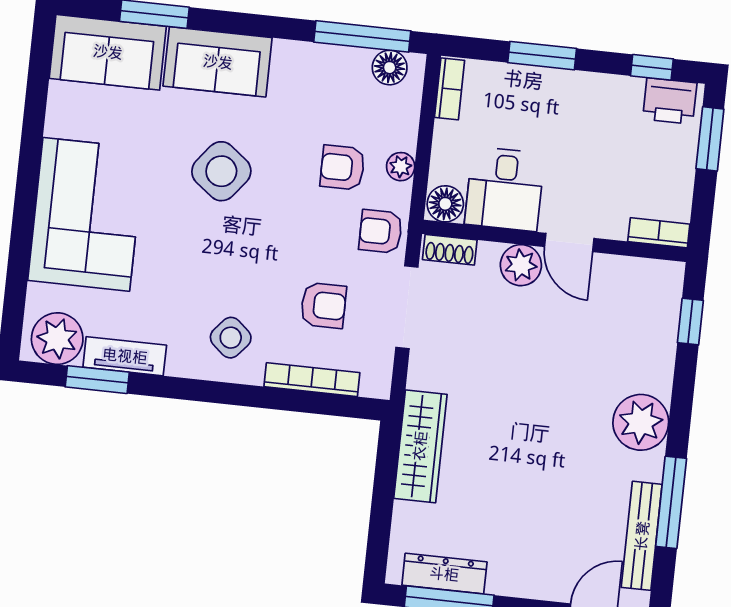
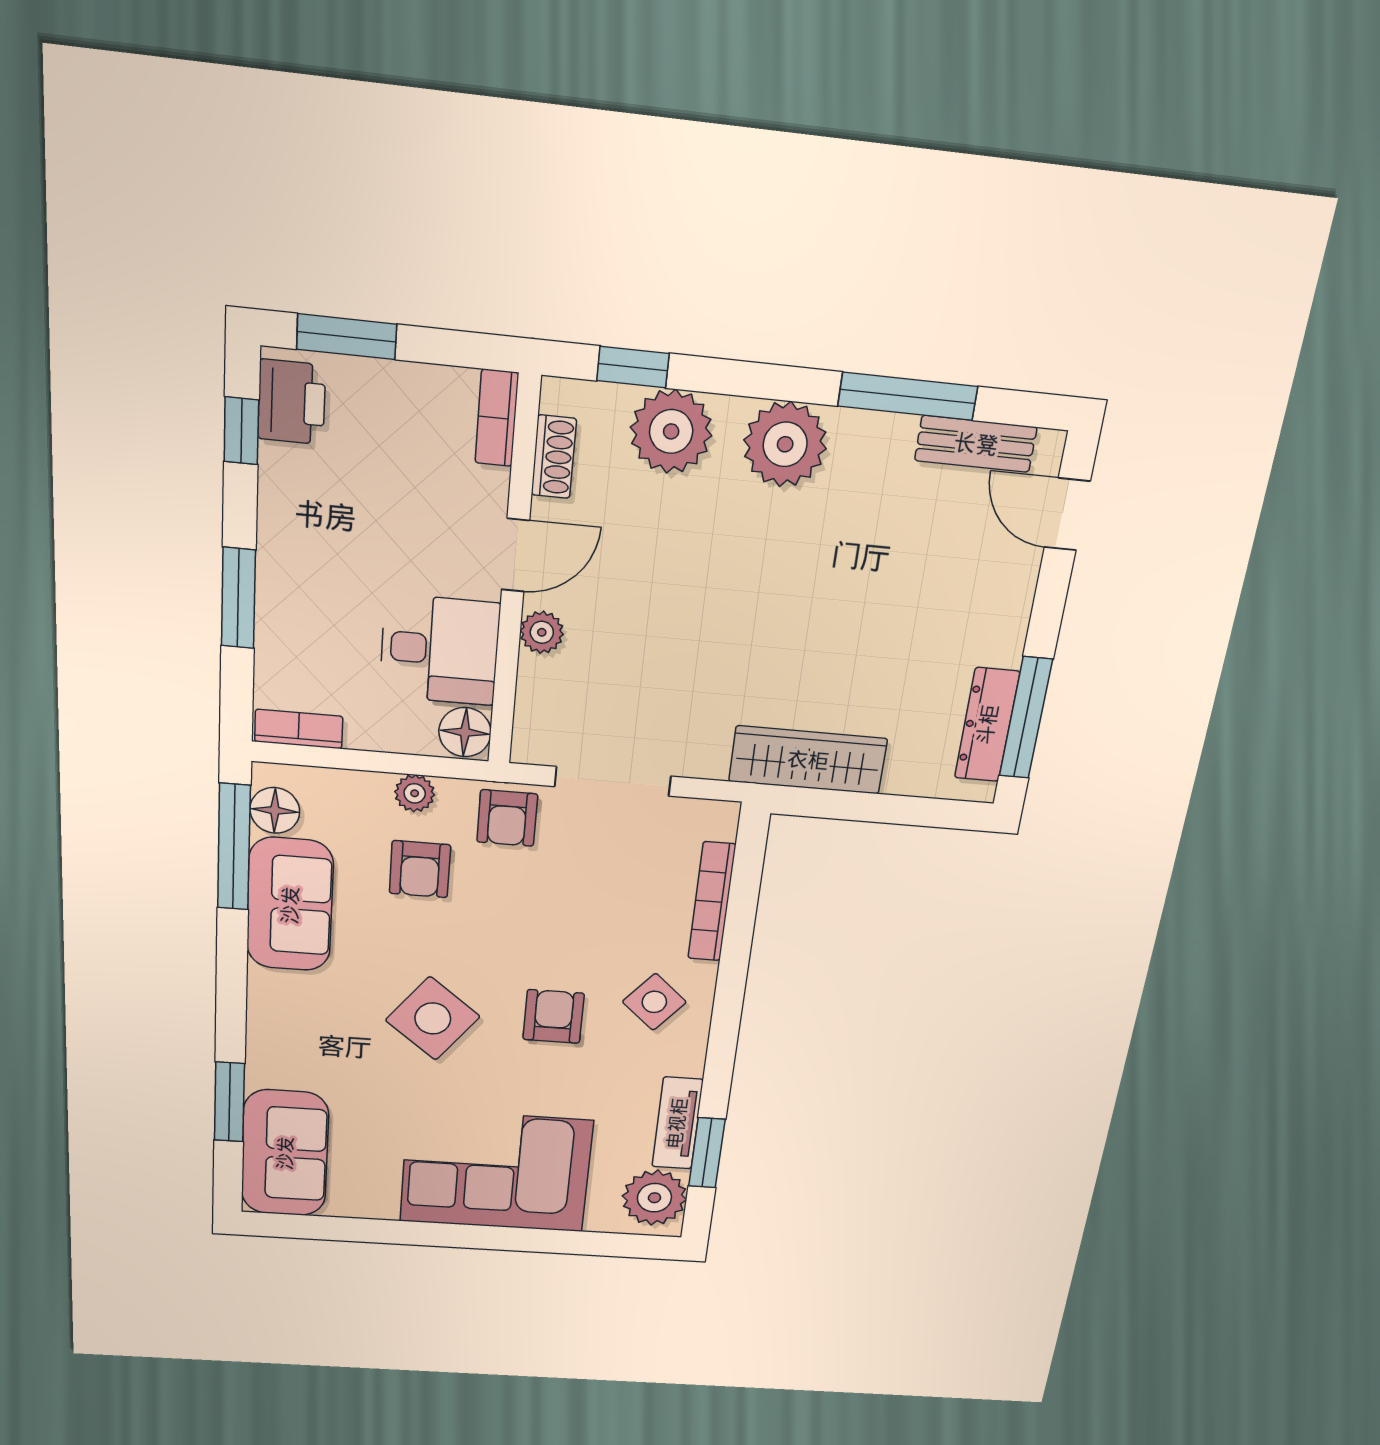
sofa: (218, 62) -> (290, 905), moved
shoe rack: (450, 250) -> (554, 457), moved
plant: (521, 265) -> (542, 632), width x0.73, depth x0.73
armchair: (323, 305) -> (554, 1016), moved
plant: (650, 347) -> (671, 431), added
bench: (642, 536) -> (976, 444), width x0.73

